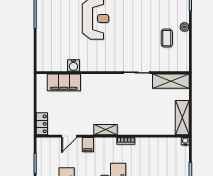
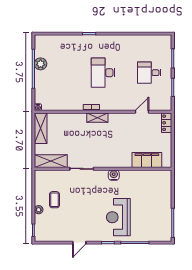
water cooler: (73, 65) -> (114, 175), moved
shelving: (105, 130) -> (97, 118), moved
filing cabinet: (88, 145) -> (125, 104), removed

